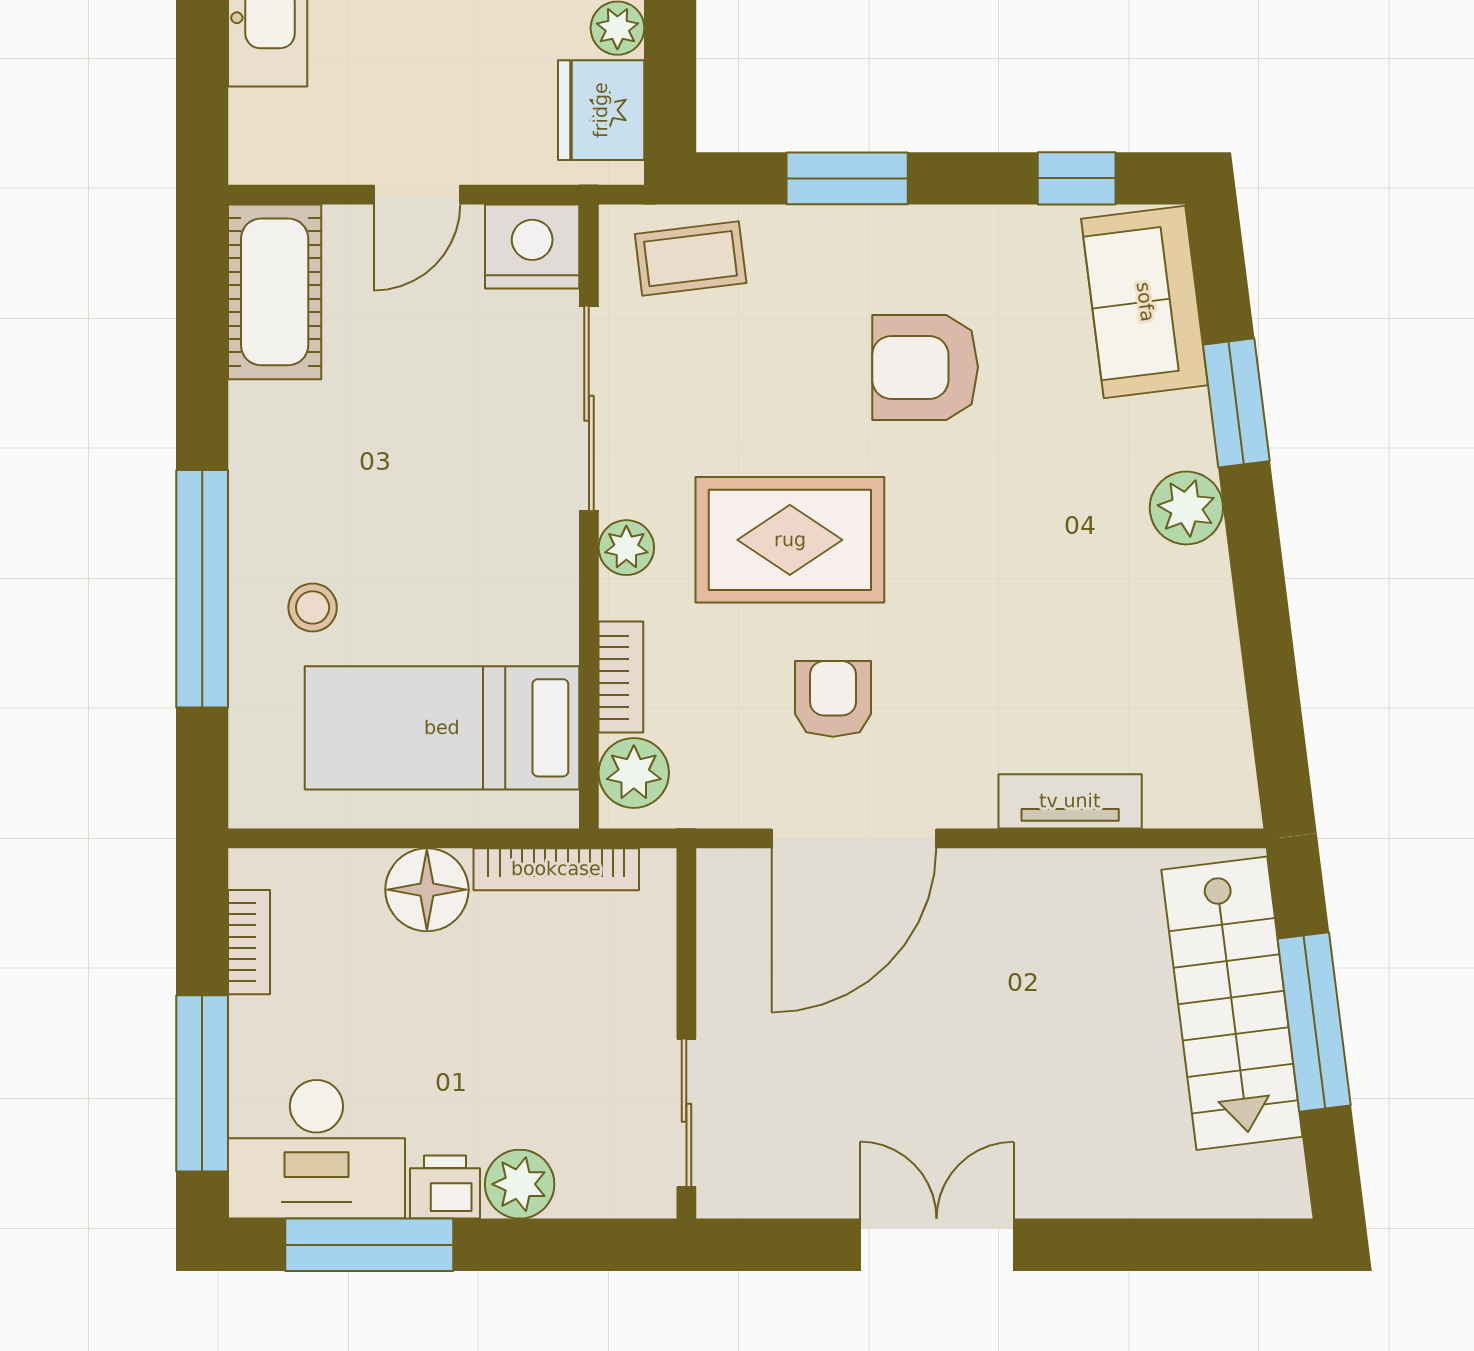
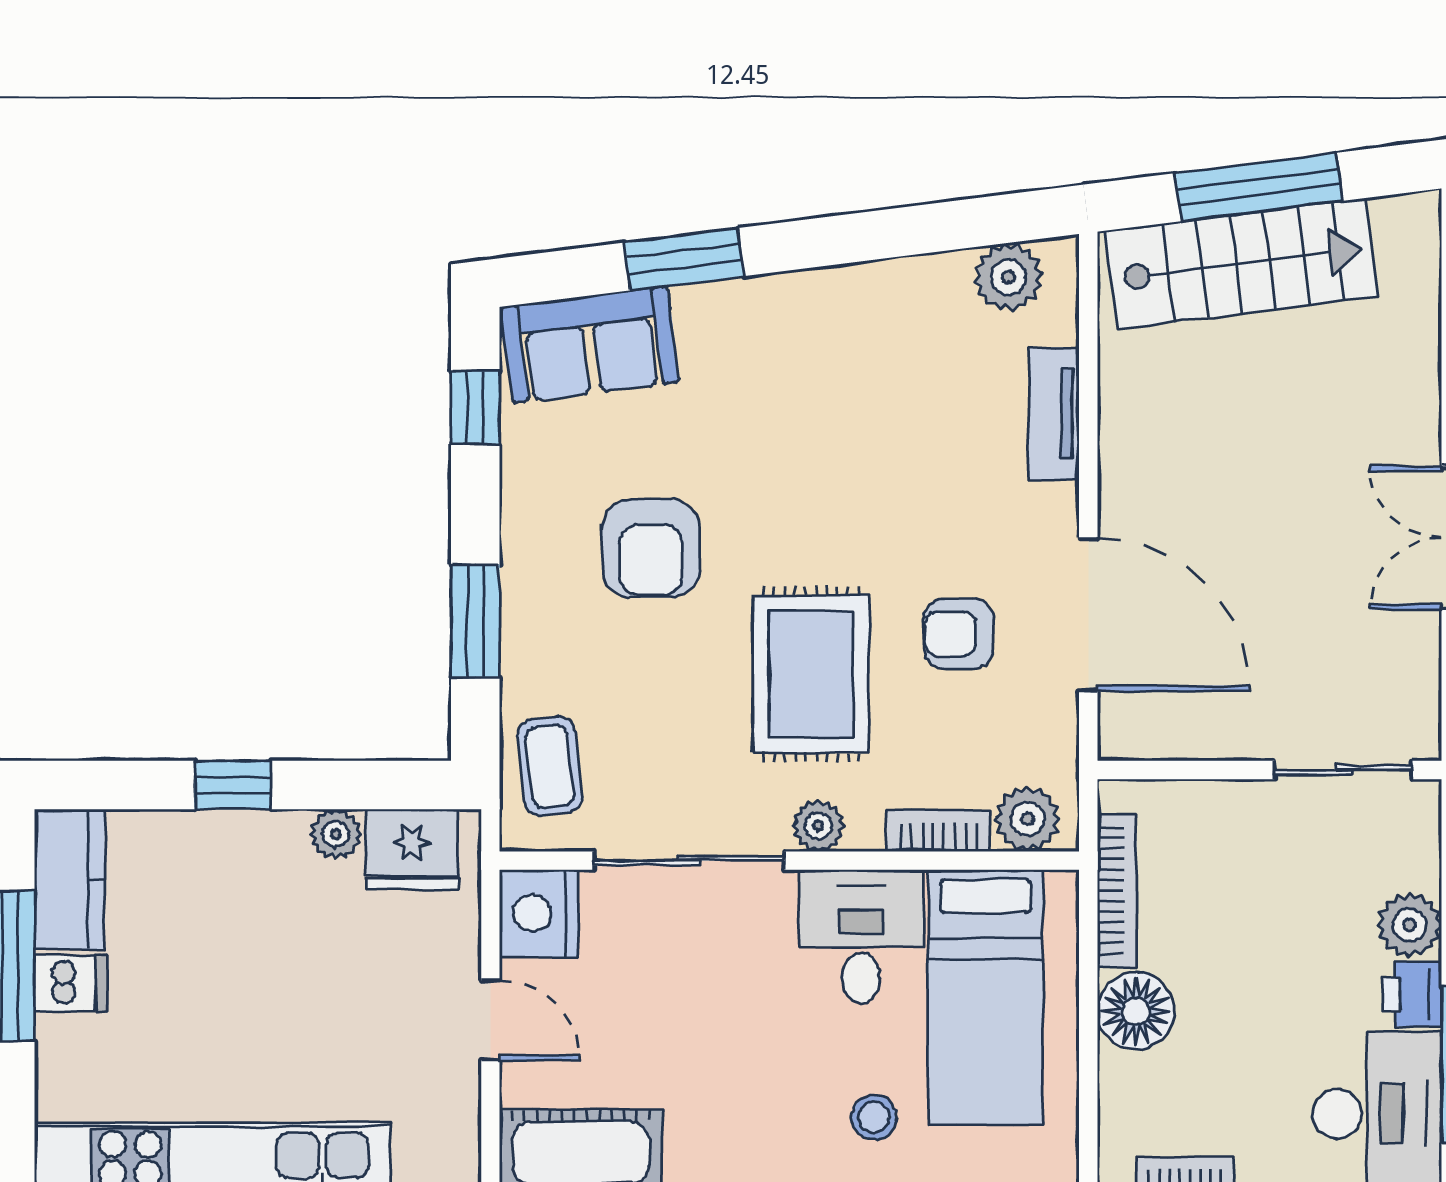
plant: (1186, 508) -> (1008, 277), moved
desk: (507, 594) -> (861, 937), added

